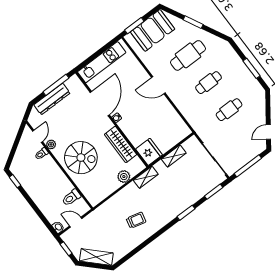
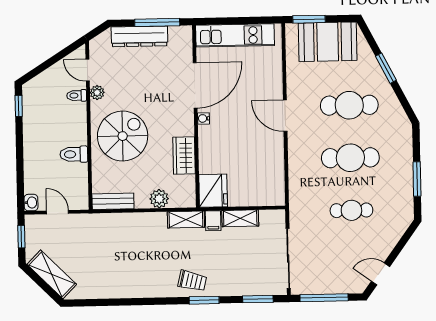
cafe table: (209, 83) -> (350, 158), width x1.37, depth x1.35
door: (38, 136) -> (88, 70), swing flipped
wardrobe: (120, 144) -> (184, 155), width x0.67
spiral stairs: (81, 158) -> (123, 136), turned -90
filing cabinet: (160, 168) -> (213, 221), added
bench: (101, 195) -> (113, 201), added
toilet: (71, 198) -> (74, 154), moved
trolley: (136, 220) -> (192, 281), moved

